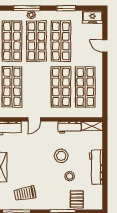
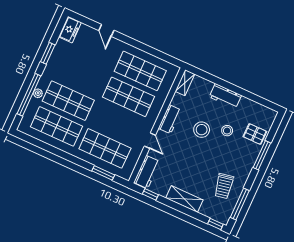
window: (27, 8) -> (29, 95), width x1.46
shop shelf: (61, 41) -> (80, 75), removed
door: (105, 46) -> (106, 30), hinge flipped
workbench: (69, 127) -> (170, 119), moved
workbench: (96, 167) -> (225, 96), width x0.73

